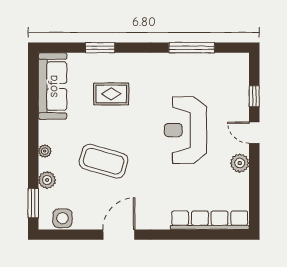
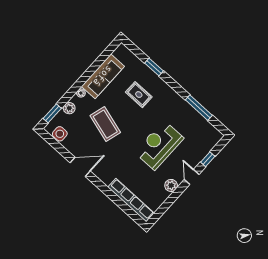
sofa: (53, 86) -> (103, 76), moved

